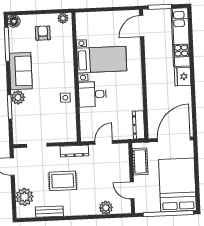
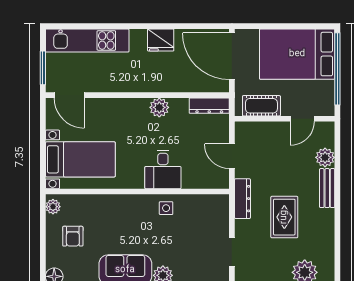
armchair: (43, 33) -> (73, 236), turned -90
bed with nightstands: (102, 60) -> (80, 159), moved, turned 90
fridge: (183, 77) -> (161, 40), moved
plant: (136, 90) -> (159, 107), added
bench: (49, 212) -> (327, 188), moved

